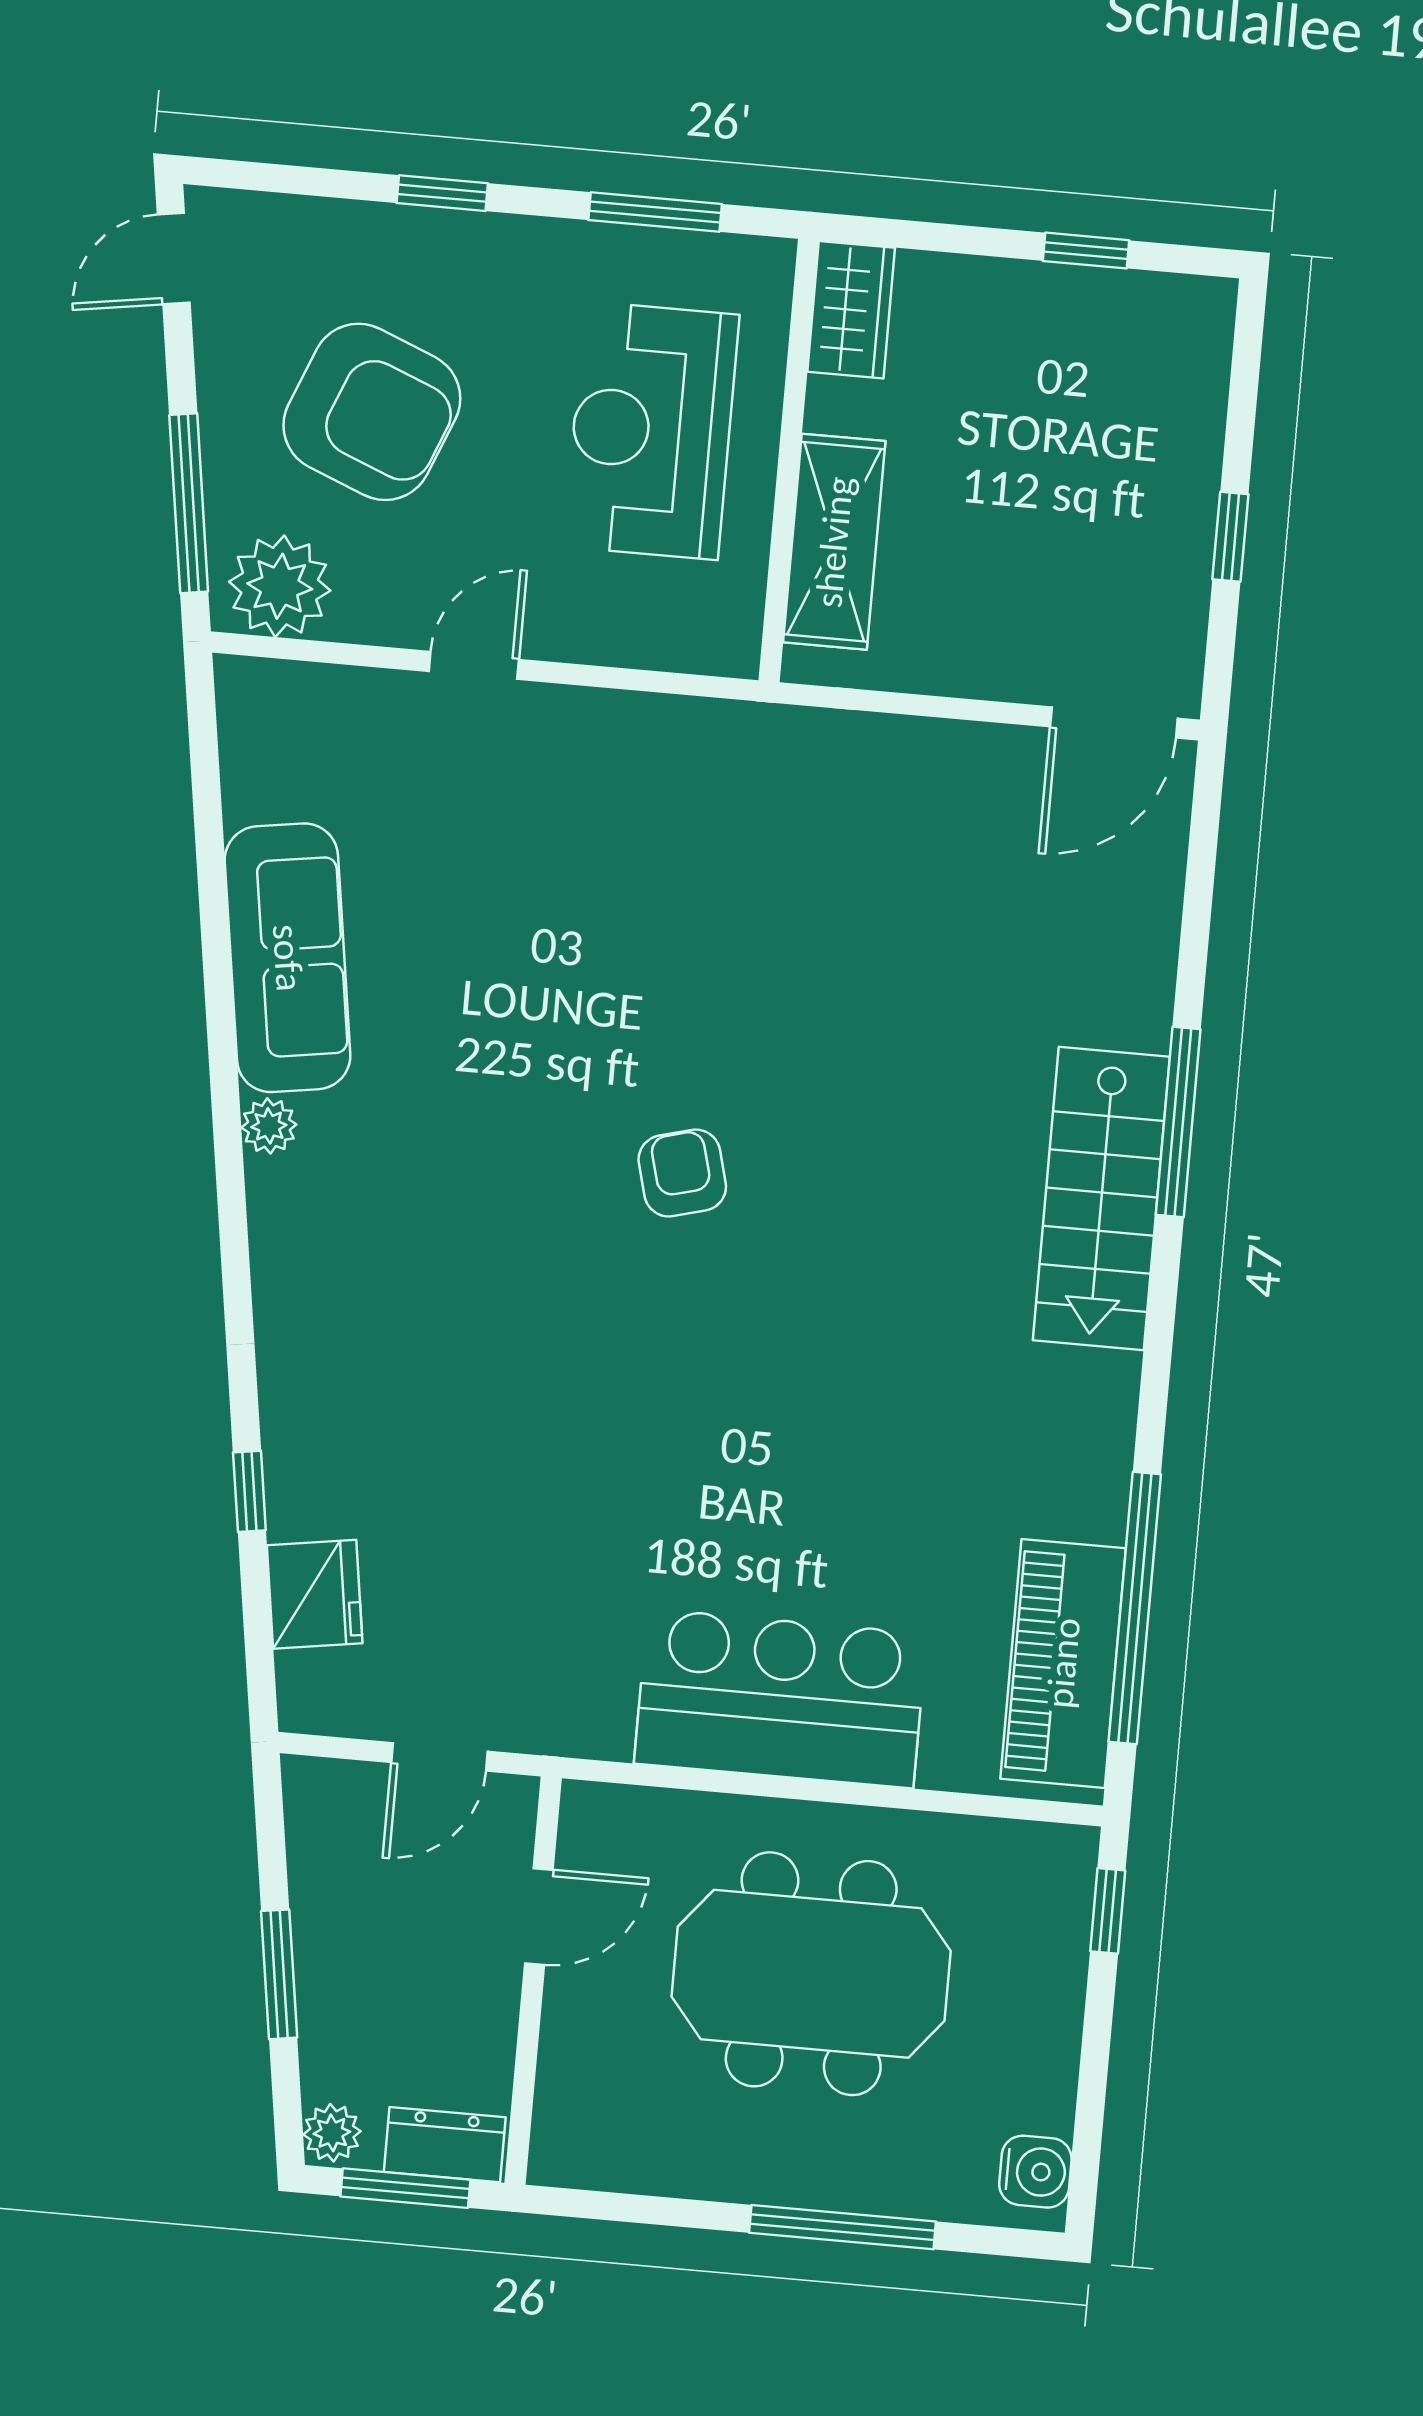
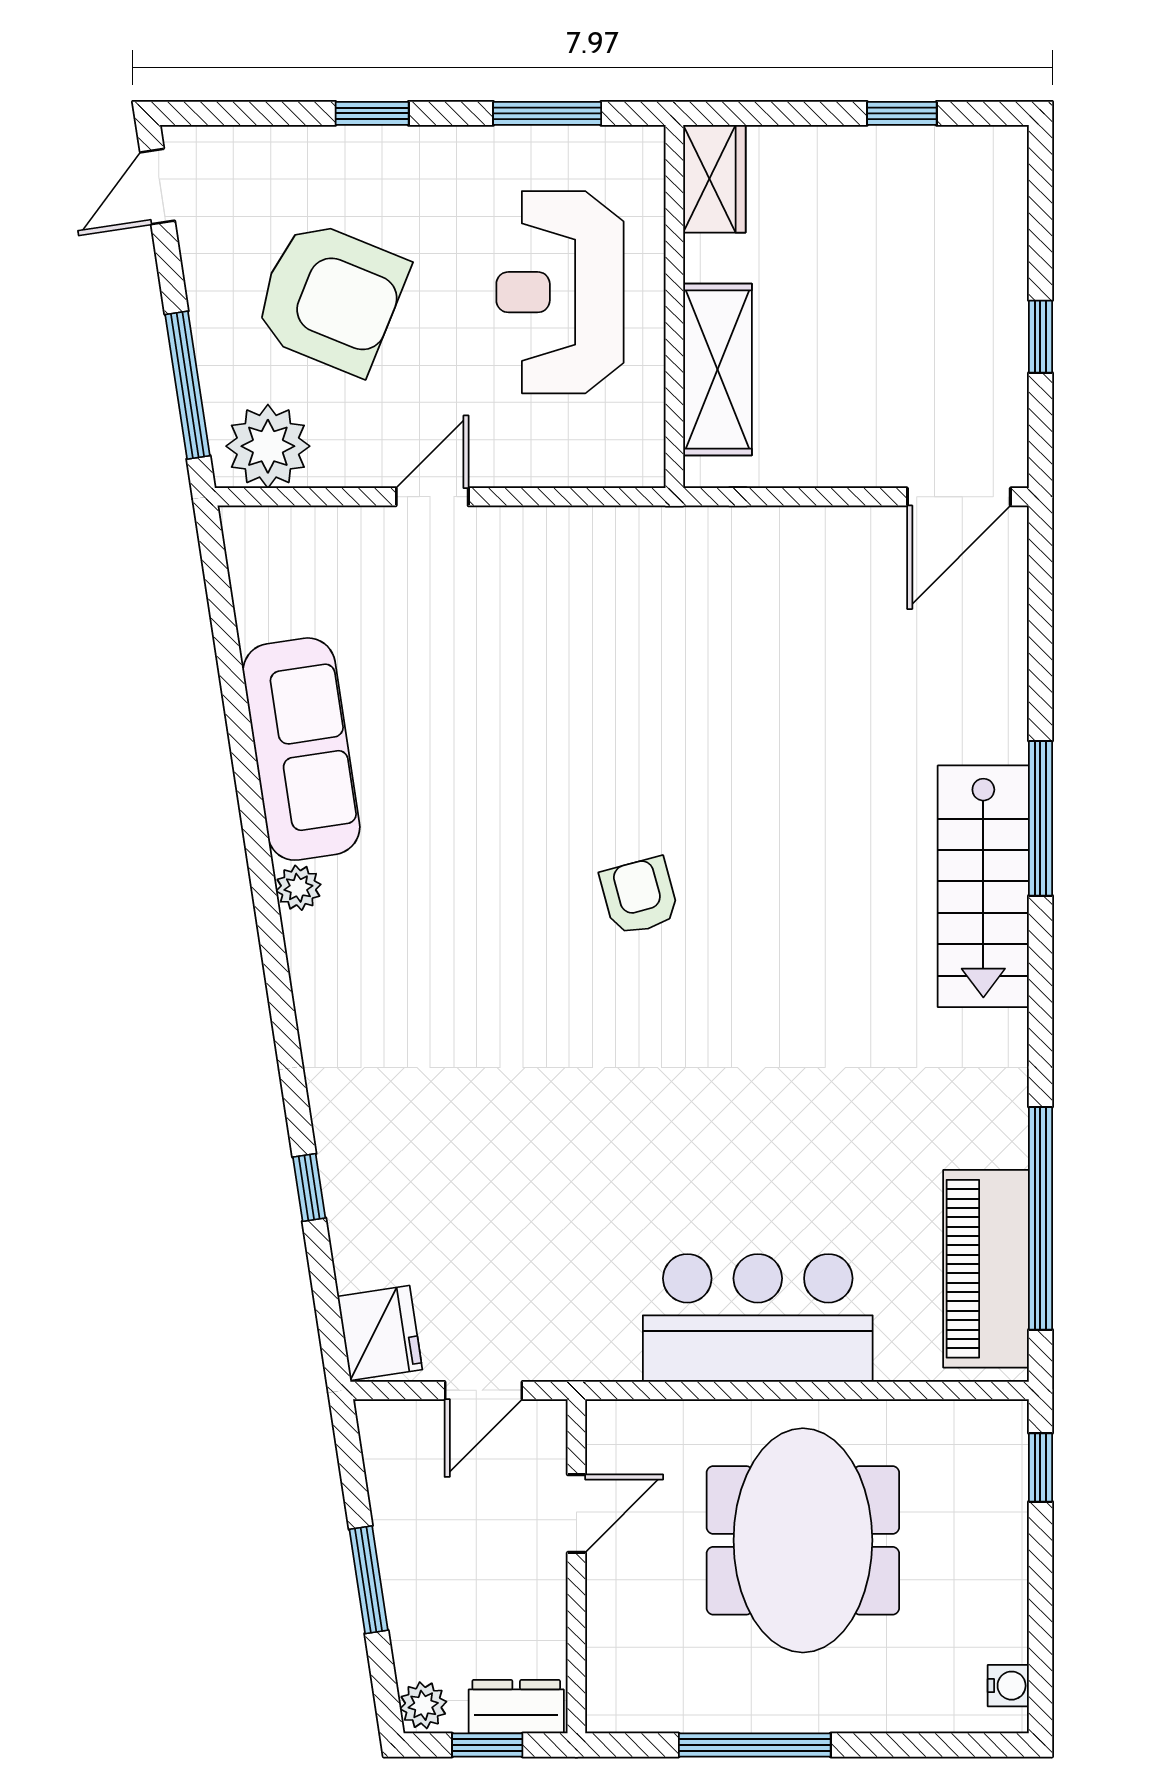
fridge: (315, 1594) -> (380, 1333), moved
meeting table: (811, 1974) -> (803, 1540), turned 90
water cooler: (1035, 2172) -> (1008, 1686), width x0.72, depth x0.72
window: (405, 2188) -> (487, 1745), width x0.67
window: (842, 2227) -> (755, 1745), moved

